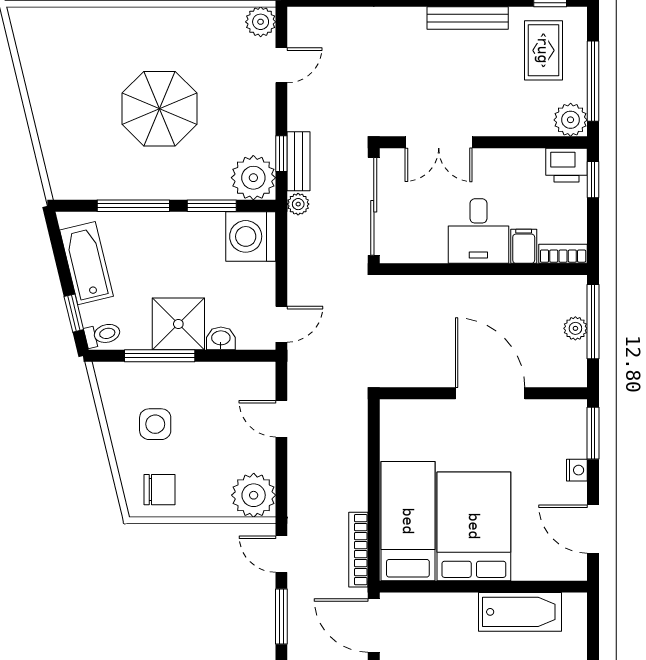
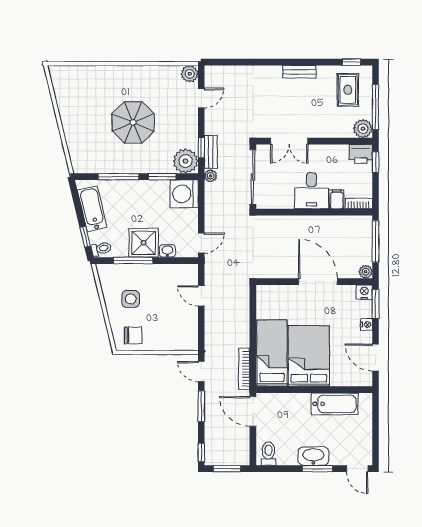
bench: (468, 18) -> (299, 72), width x0.73
plant: (575, 328) -> (366, 272), moved
nightstand: (573, 412) -> (364, 292), added
plant: (254, 495) -> (186, 339), removed

